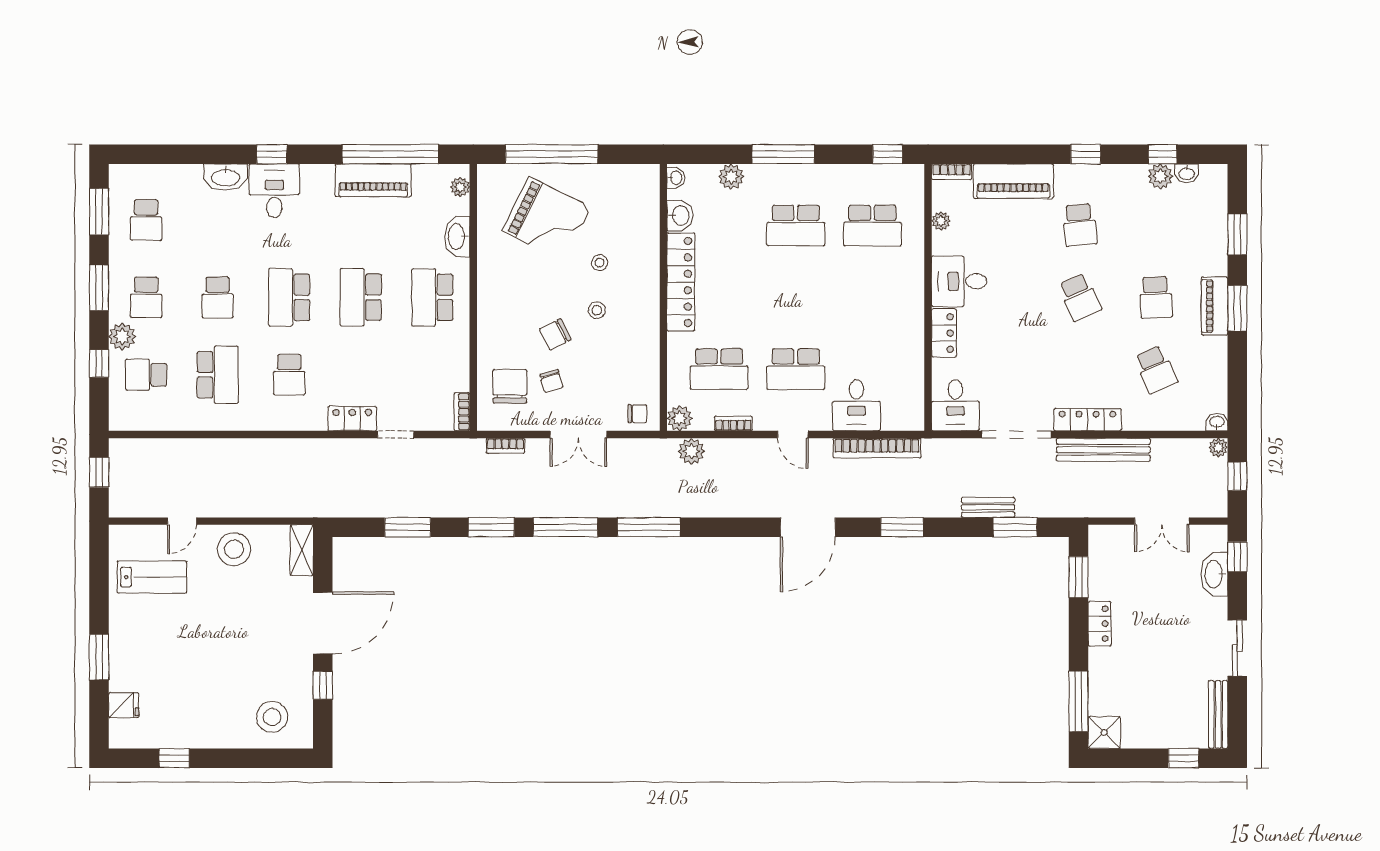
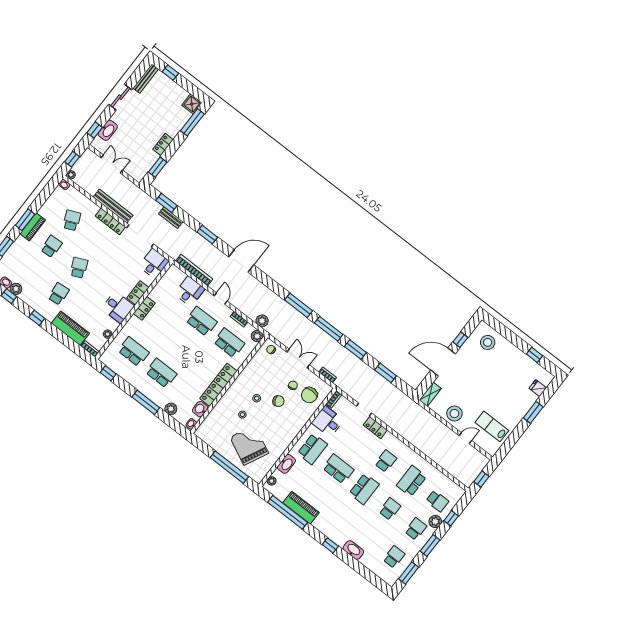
desk: (274, 191) -> (328, 421), moved, turned 90
school desk: (361, 297) -> (338, 469), turned -90
locker: (912, 315) -> (144, 308), added

